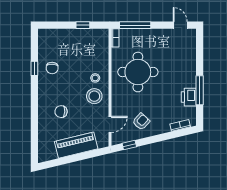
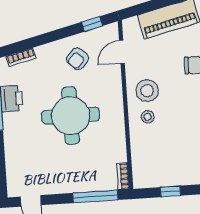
round table: (138, 72) -> (71, 116), moved

